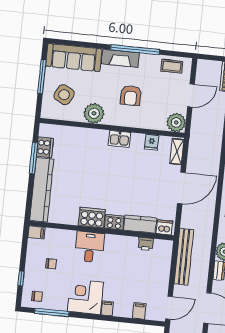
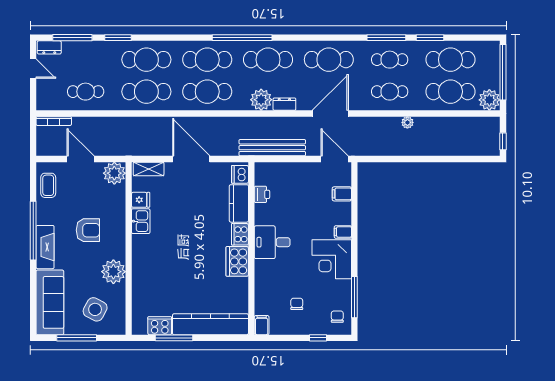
kitchen sink: (119, 139) -> (141, 221), moved
desk: (90, 247) -> (272, 242), moved

